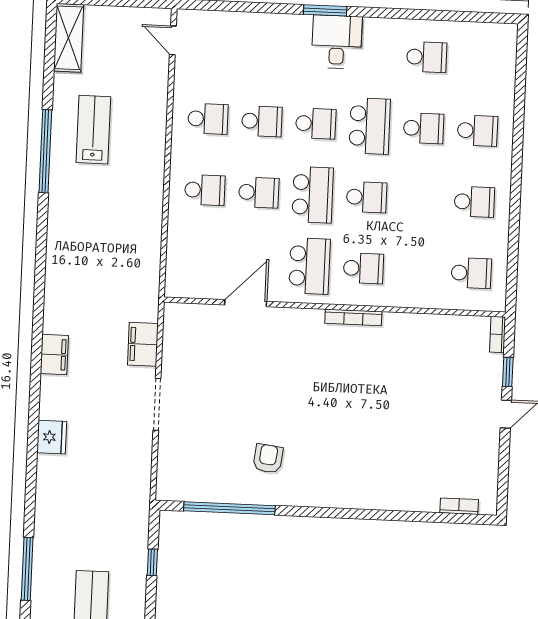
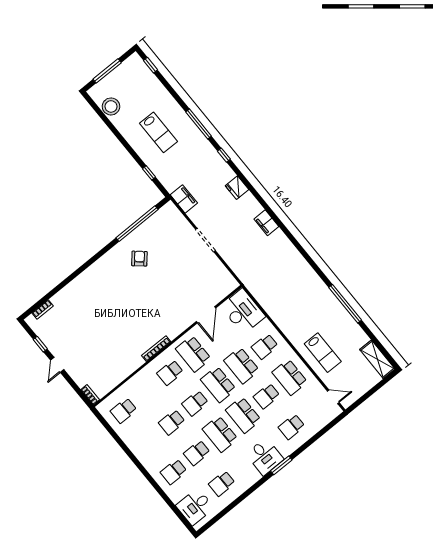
school desk: (265, 50) -> (291, 427), added
desk: (490, 58) -> (195, 507), added
school desk: (208, 119) -> (290, 377), width x1.85
school desk: (316, 124) -> (243, 415), width x1.85
lab bench: (93, 130) -> (323, 353), moved
school desk: (259, 192) -> (241, 365), width x1.85
school desk: (474, 202) -> (172, 422), moved
desk: (192, 264) -> (243, 311), added
filing cabinet: (143, 344) -> (184, 199), moved
window: (508, 372) -> (40, 344), moved
armchair: (268, 459) -> (139, 259), turned -146
window: (30, 497) -> (224, 155), added

